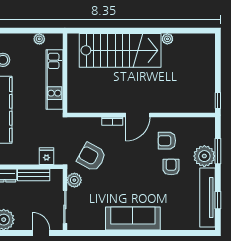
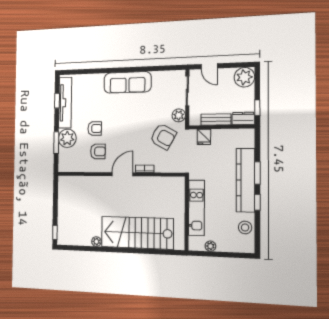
window: (218, 101) -> (55, 232), moved
armchair: (171, 167) -> (95, 128), turned -90

